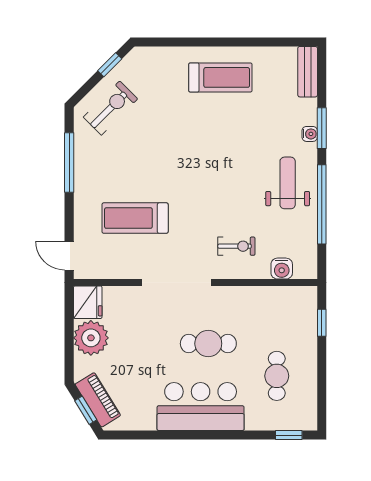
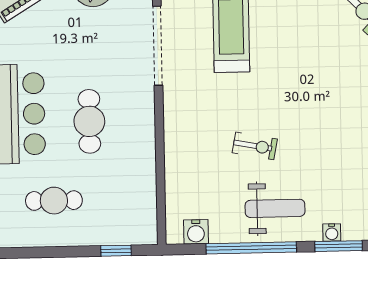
exercise bike: (236, 246) -> (255, 146), moved, turned -79
water cooler: (282, 269) -> (196, 232), moved, turned -90
doorway: (177, 282) -> (158, 46), moved

